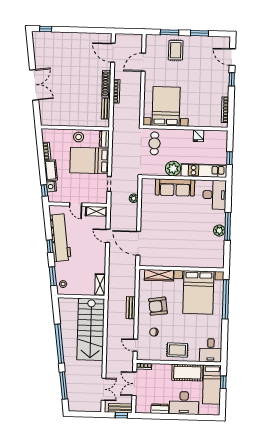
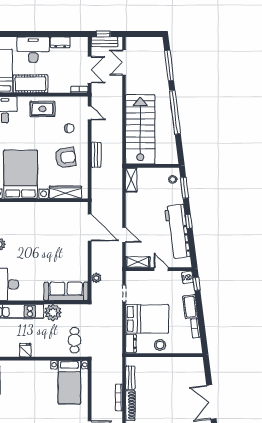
bed with nightstands: (166, 106) -> (69, 382), width x0.73
nightstand: (51, 187) -> (188, 277), moved
sofa: (175, 187) -> (66, 291), moved

